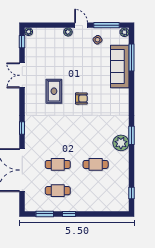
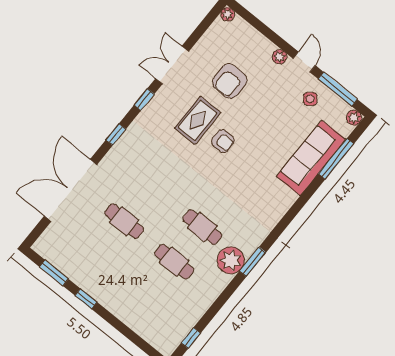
window: (22, 42) -> (144, 99), moved
armchair: (54, 61) -> (230, 81), added
armchair: (81, 98) -> (223, 141), moved
cafe table: (58, 191) -> (202, 227), moved

